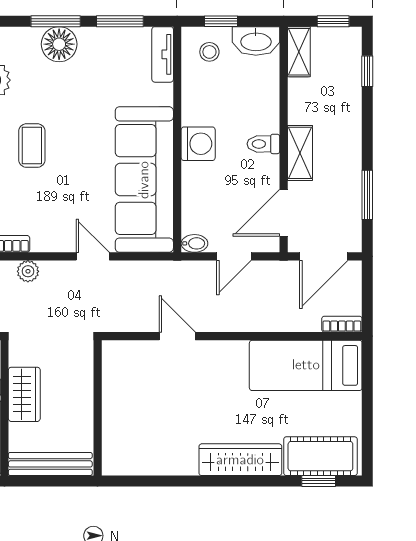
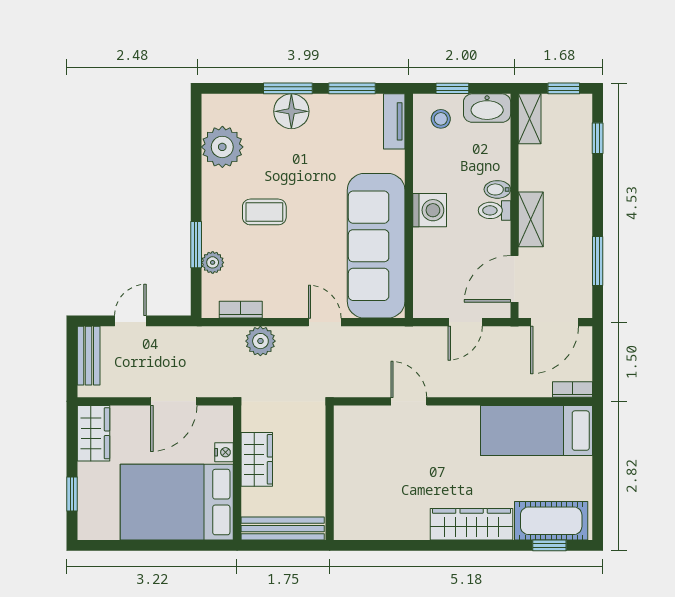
coffee table: (32, 146) -> (264, 212), turned 90
bidet: (194, 243) -> (497, 189), moved, turned 180
plant: (28, 271) -> (260, 341), width x1.38, depth x1.38

